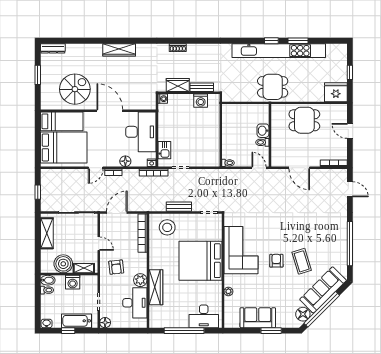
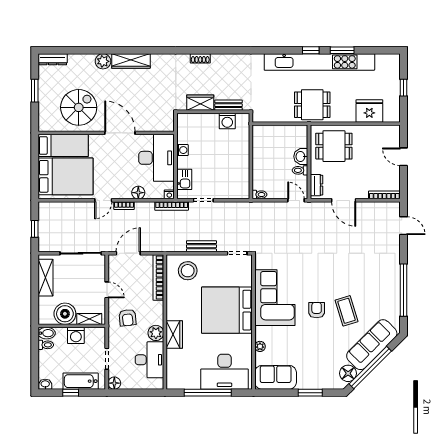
plant: (96, 50) -> (103, 61), added
fridge: (336, 92) -> (369, 111), moved
washing machine: (163, 99) -> (182, 150), moved
dining table: (304, 120) -> (334, 146), moved
dresser: (276, 155) -> (316, 185), added
wardrobe: (156, 287) -> (174, 335), width x0.67
desk: (204, 316) -> (225, 372), width x1.36, depth x1.30
sofa: (258, 318) -> (276, 377), moved

